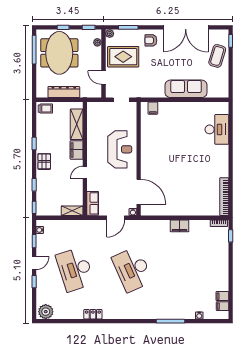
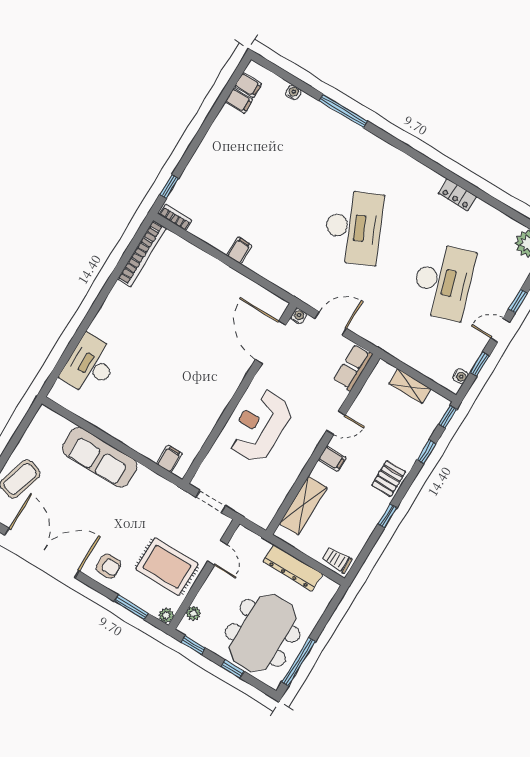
filing cabinet: (76, 150) -> (332, 458), width x0.50
shelving: (72, 211) -> (410, 386), moved
filing cabinet: (180, 226) -> (239, 250), width x0.50

